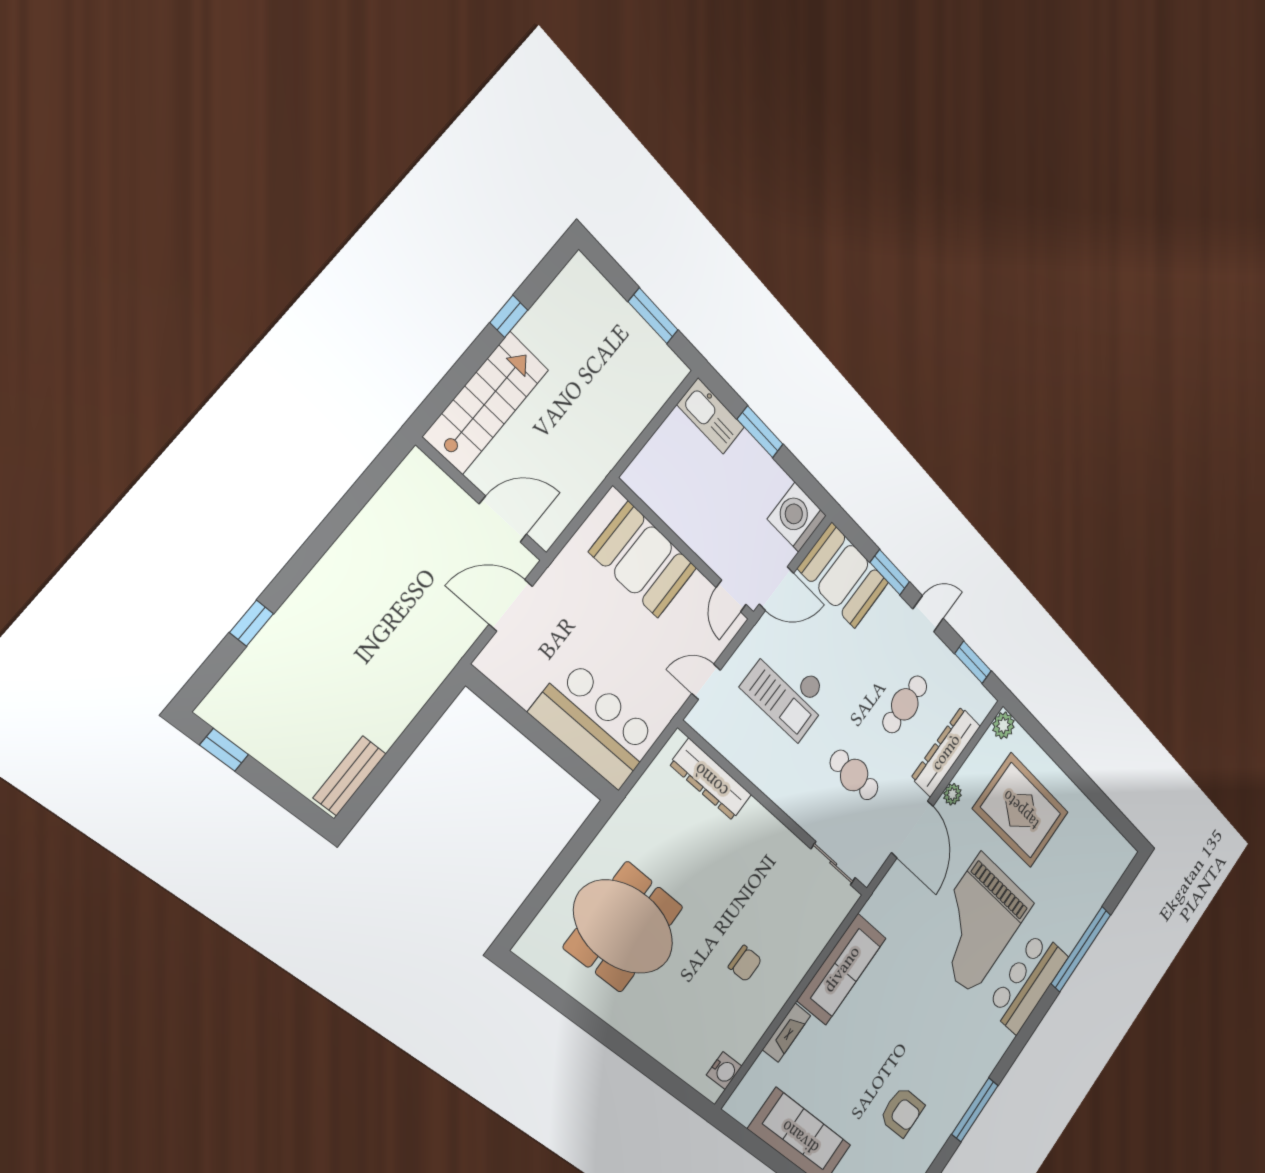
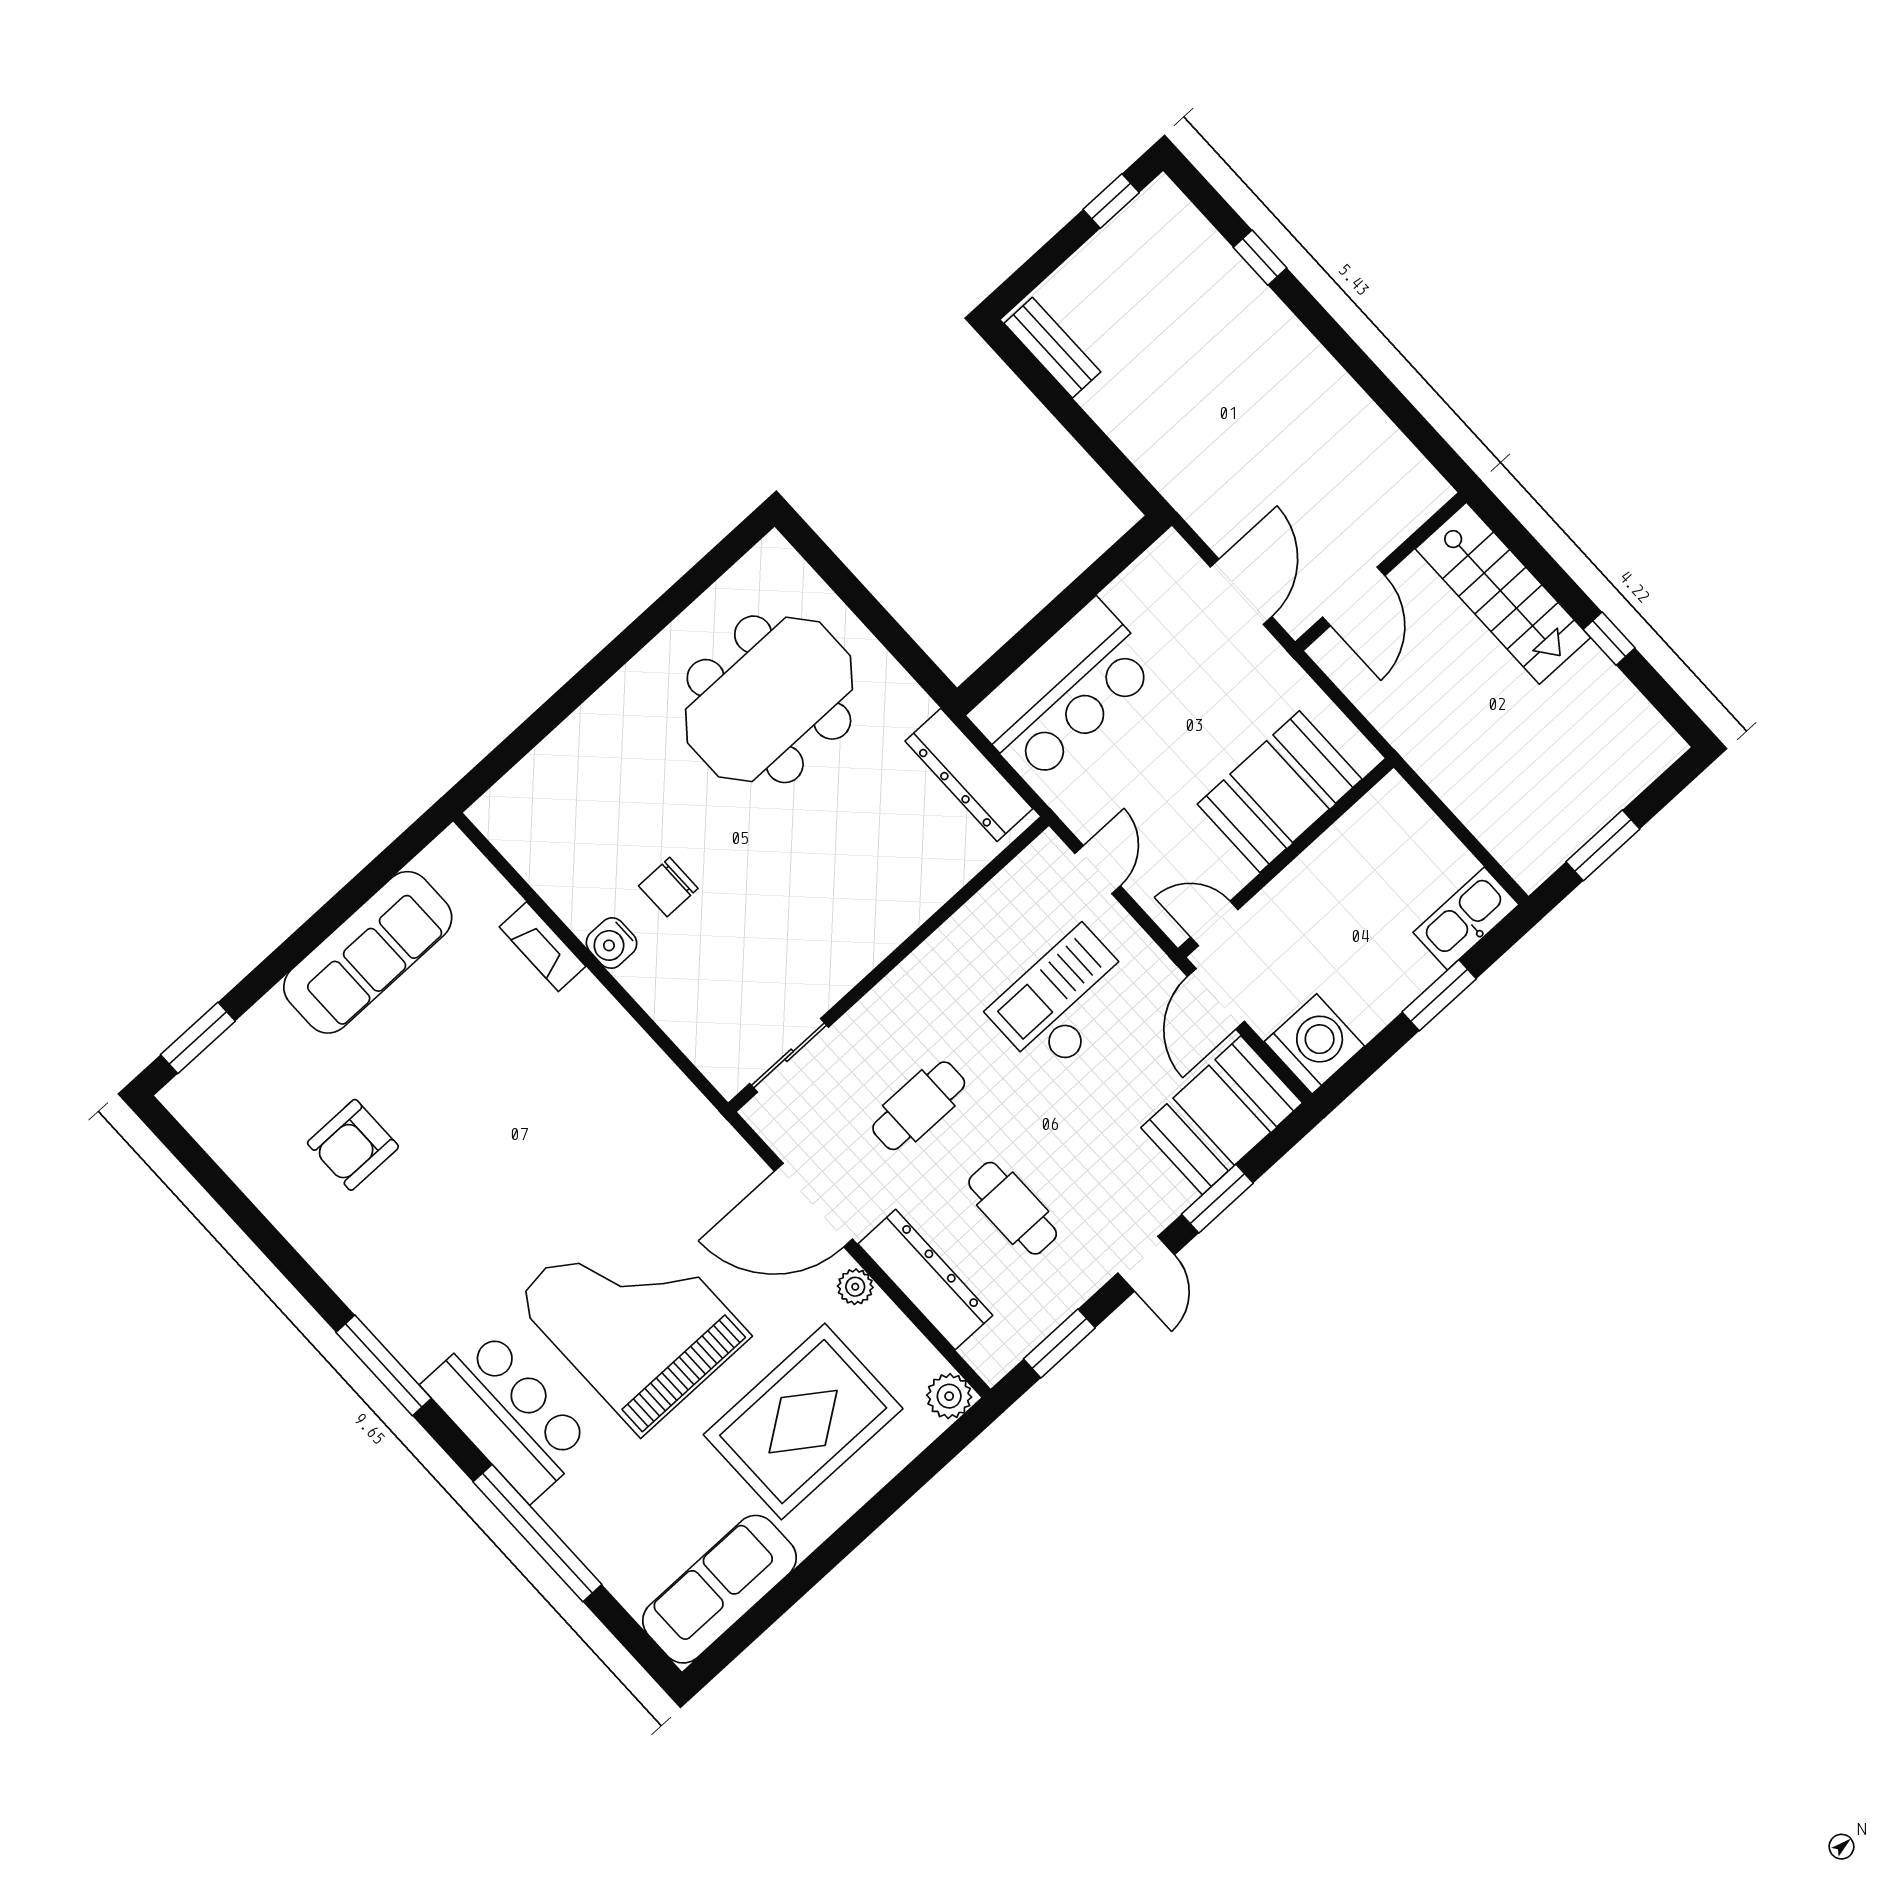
dresser: (711, 780) -> (969, 775), moved, turned -90
sofa: (842, 969) -> (719, 1589), moved, turned 90
water cooler: (724, 1071) -> (612, 943), moved
window: (975, 1110) -> (384, 1365), moved

